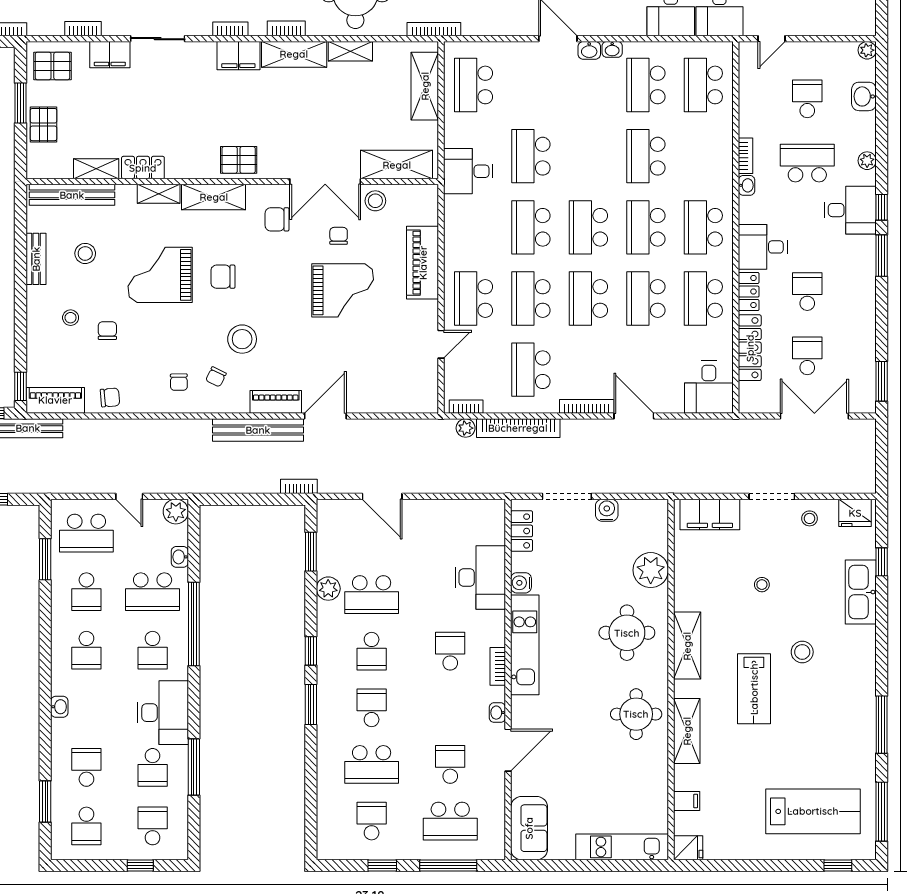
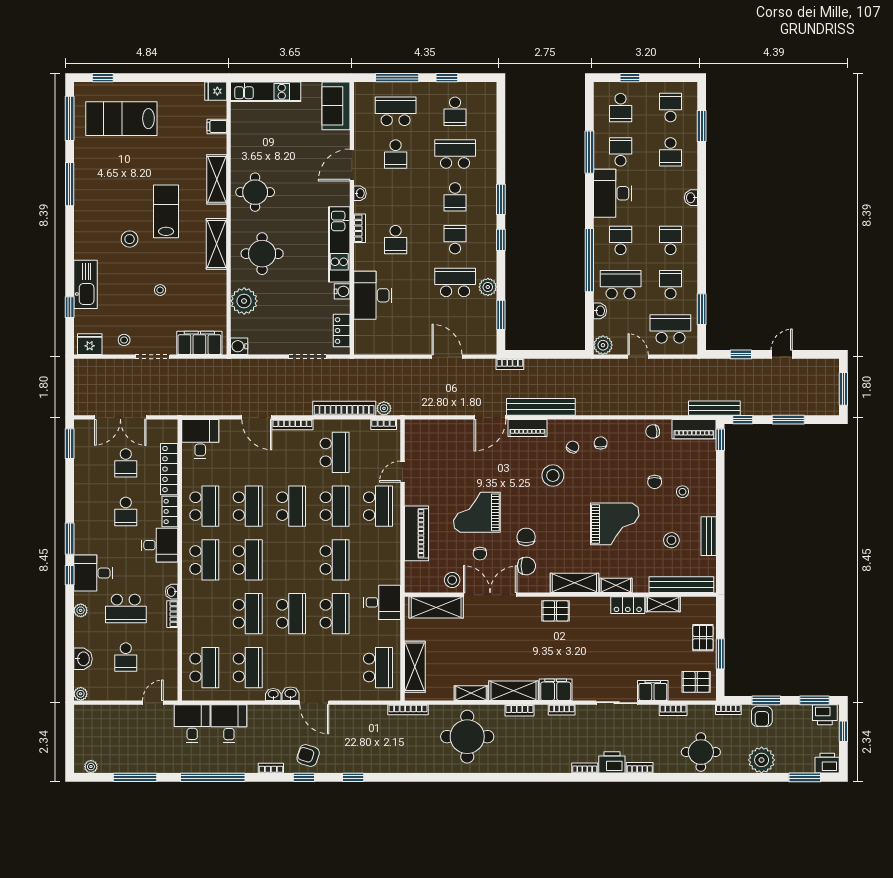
school desk: (588, 227) -> (291, 614), moved
chair: (223, 277) -> (526, 537), moved, turned -90
water cooler: (607, 510) -> (239, 346), moved, turned 90

